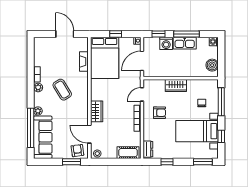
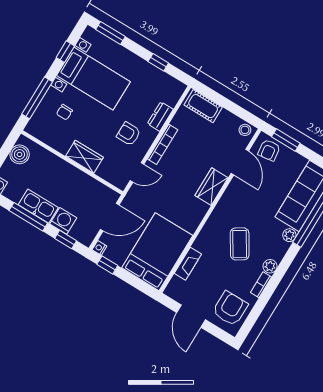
window: (116, 34) -> (107, 265), moved
armchair: (46, 51) -> (230, 308), added
dresser: (148, 149) -> (160, 117), moved

